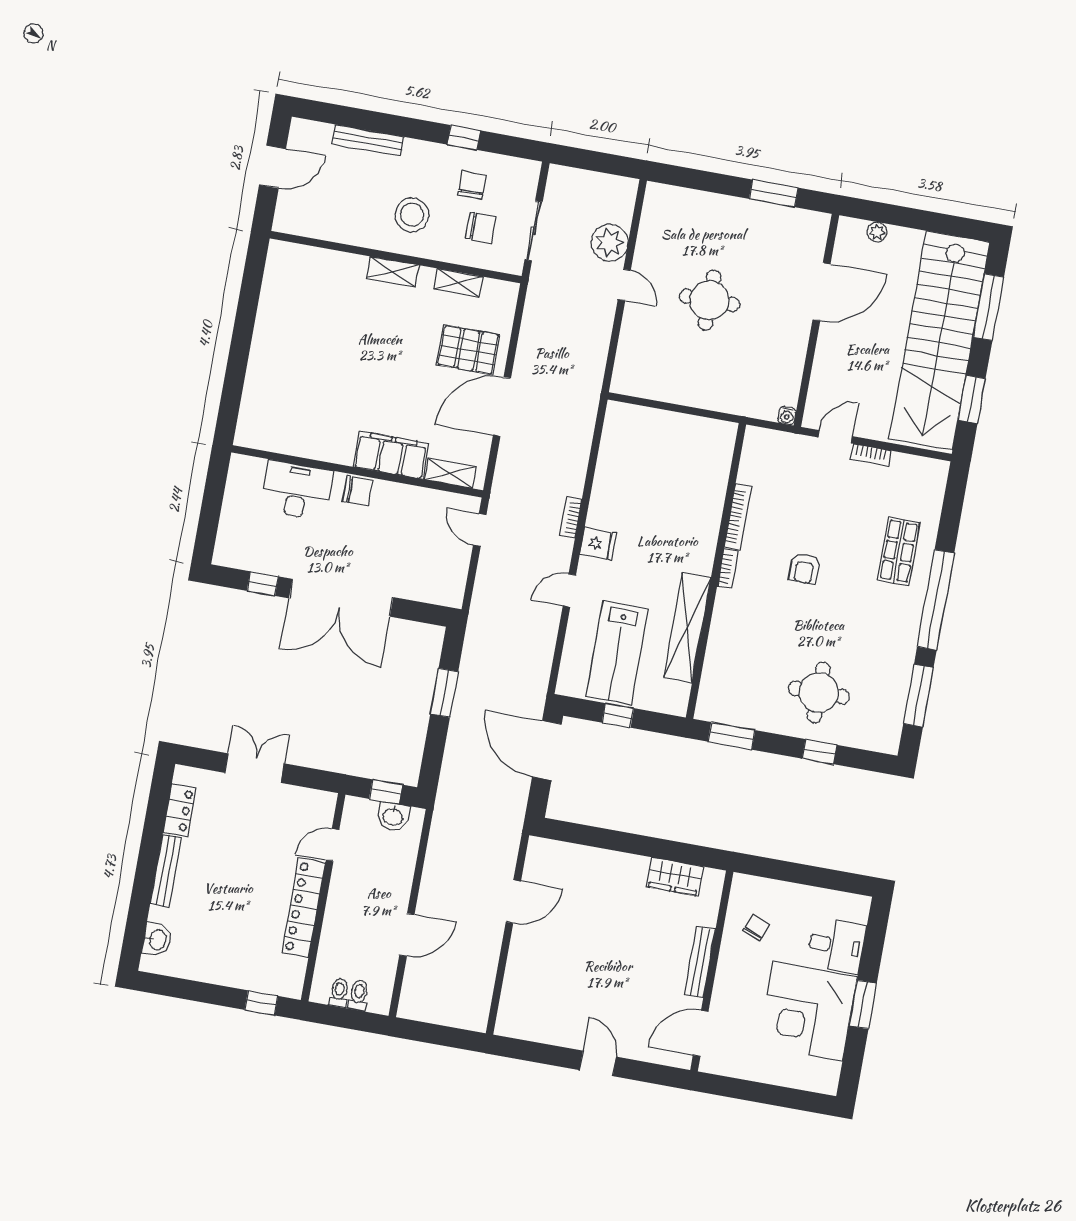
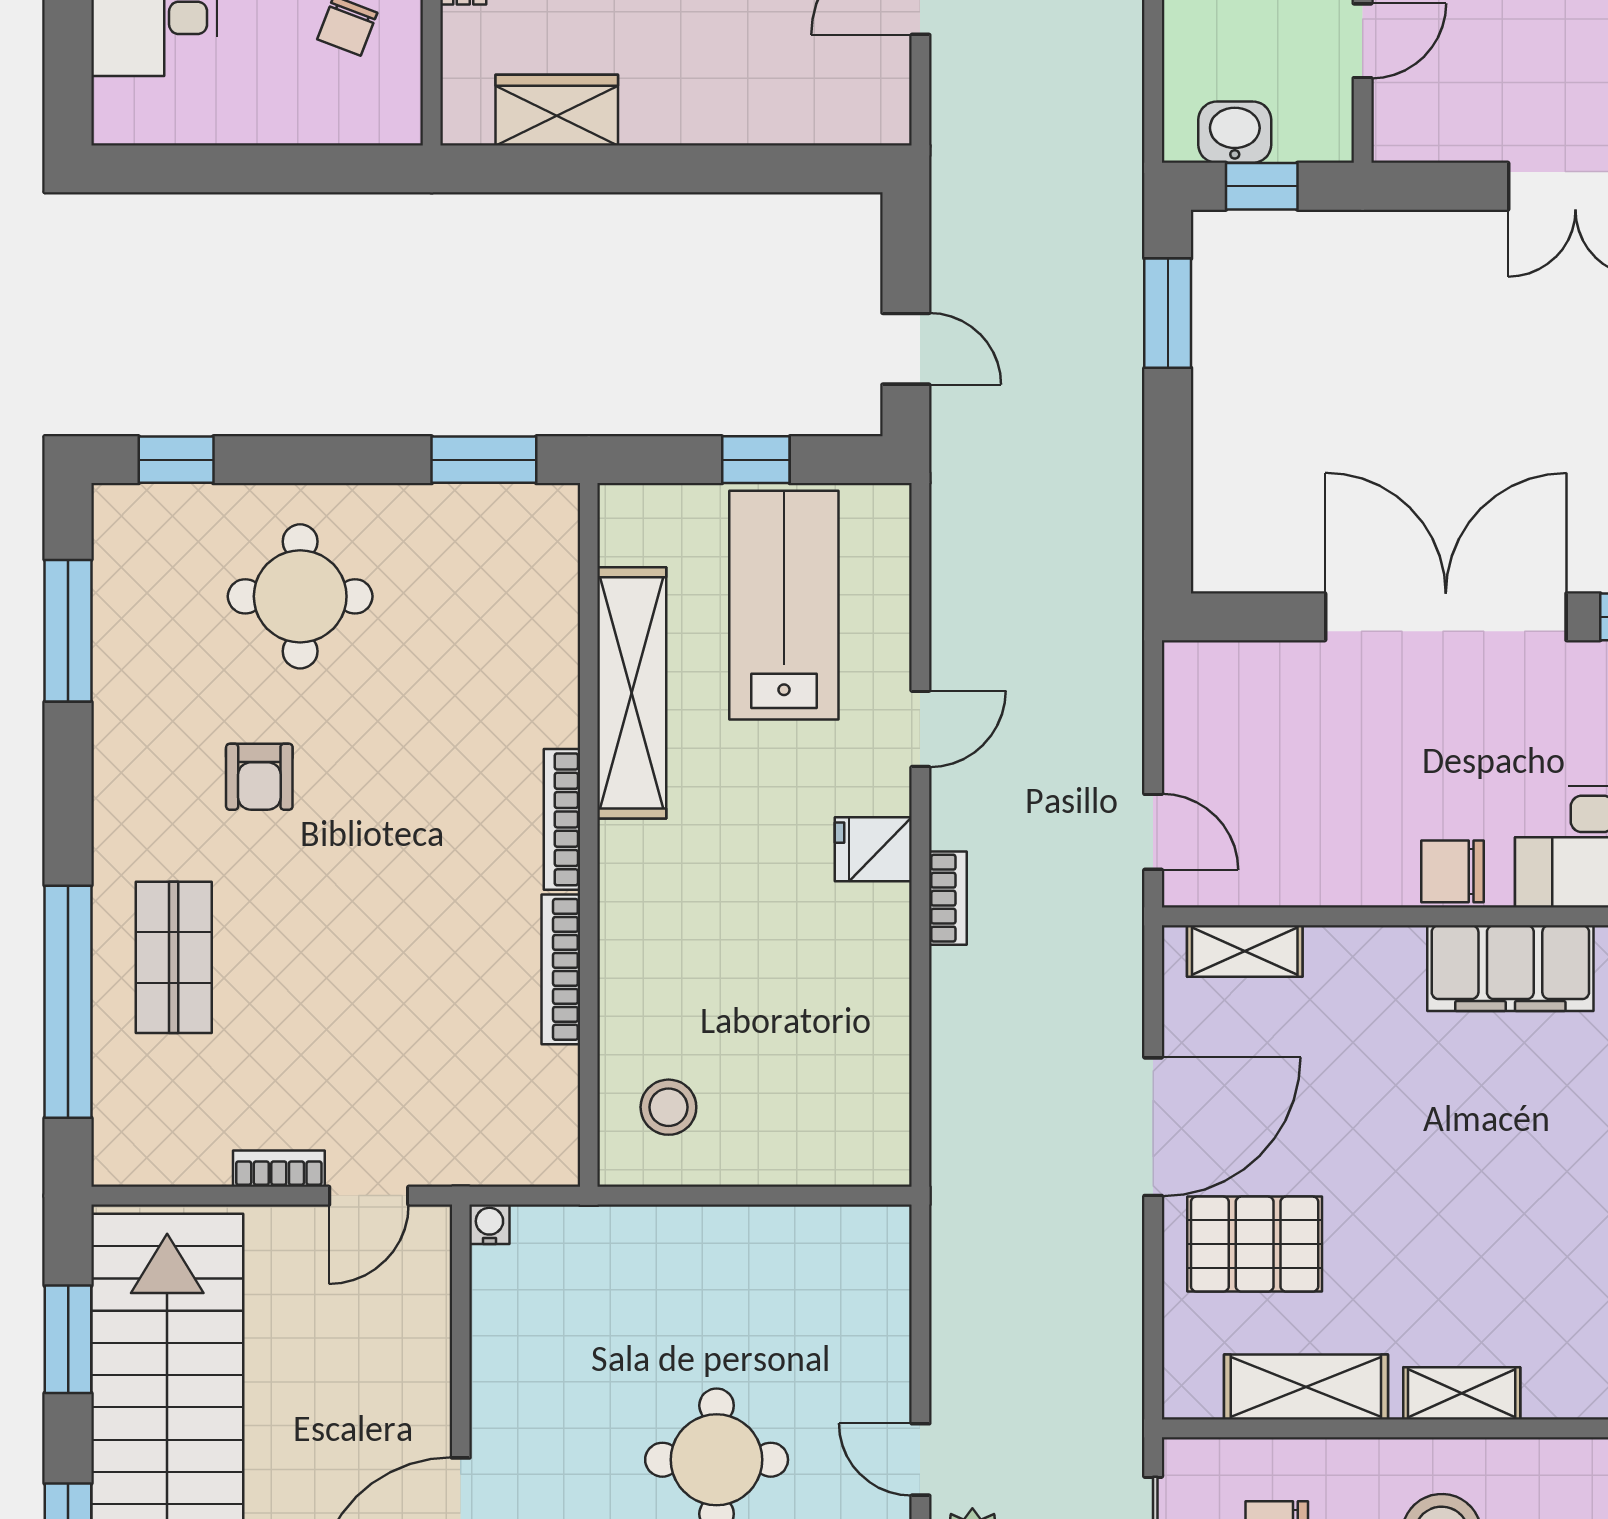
shelving: (458, 283) -> (1306, 1387), width x1.50, depth x1.33
stool: (703, 451) -> (668, 1107), added
filing cabinet: (391, 455) -> (1510, 968), moved
armchair: (804, 568) -> (259, 777), moved, turned 180
bookcase: (728, 569) -> (562, 819), width x1.56
window: (936, 600) -> (68, 1002), moved
window: (444, 693) -> (1168, 313), moved
door: (547, 751) -> (906, 349), width x0.53
window: (820, 752) -> (176, 460), moved

